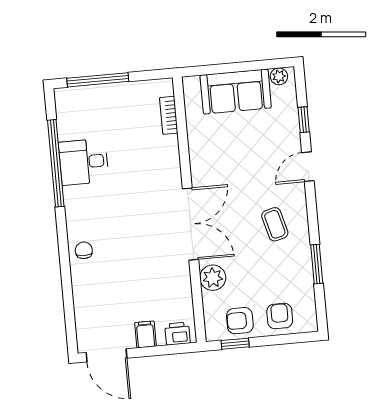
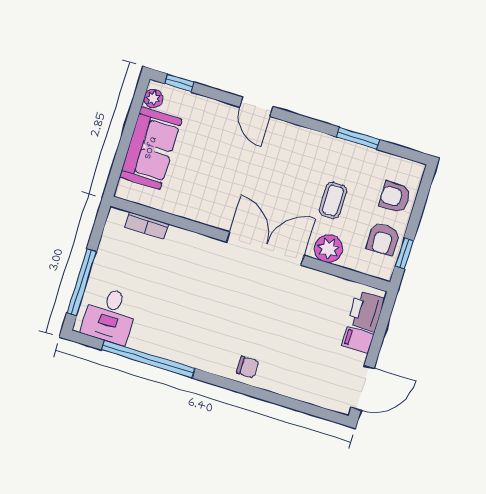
window: (304, 120) -> (179, 83), moved
desk: (84, 162) -> (110, 315), moved
coffee table: (275, 224) -> (333, 200), moved, turned -75
chair: (84, 250) -> (248, 367), turned 180
printer: (177, 334) -> (366, 311), width x1.36, depth x1.24

